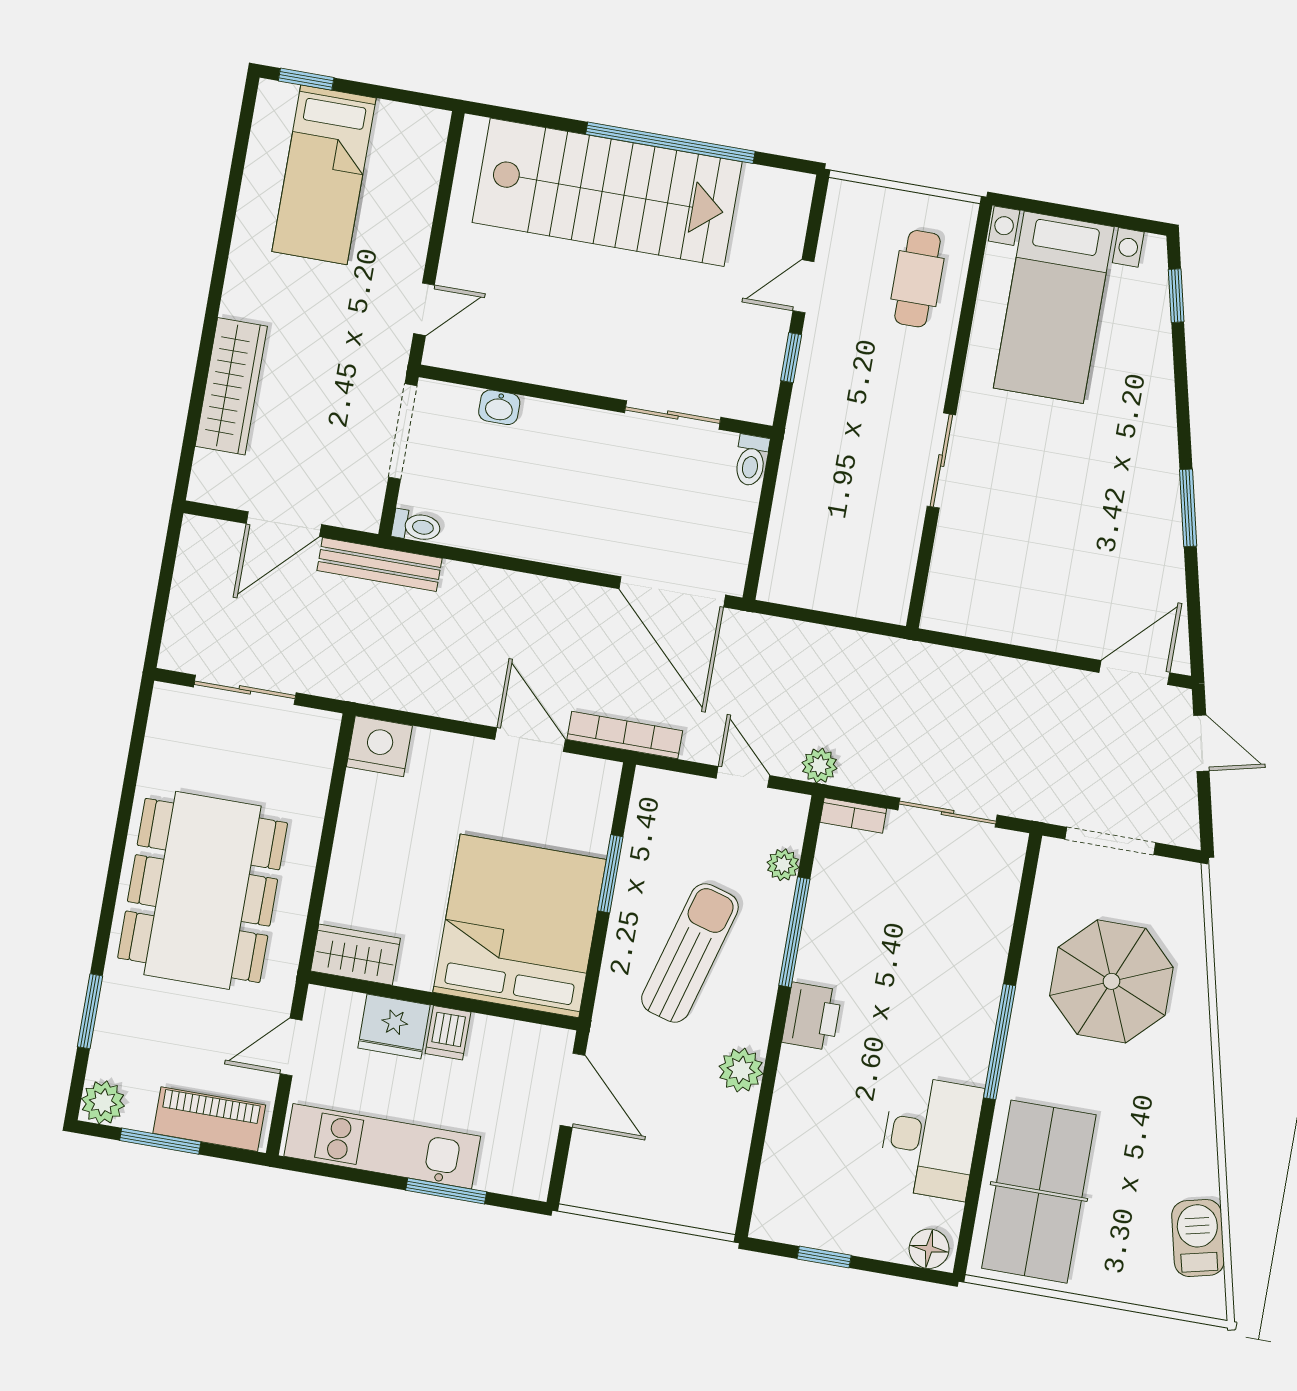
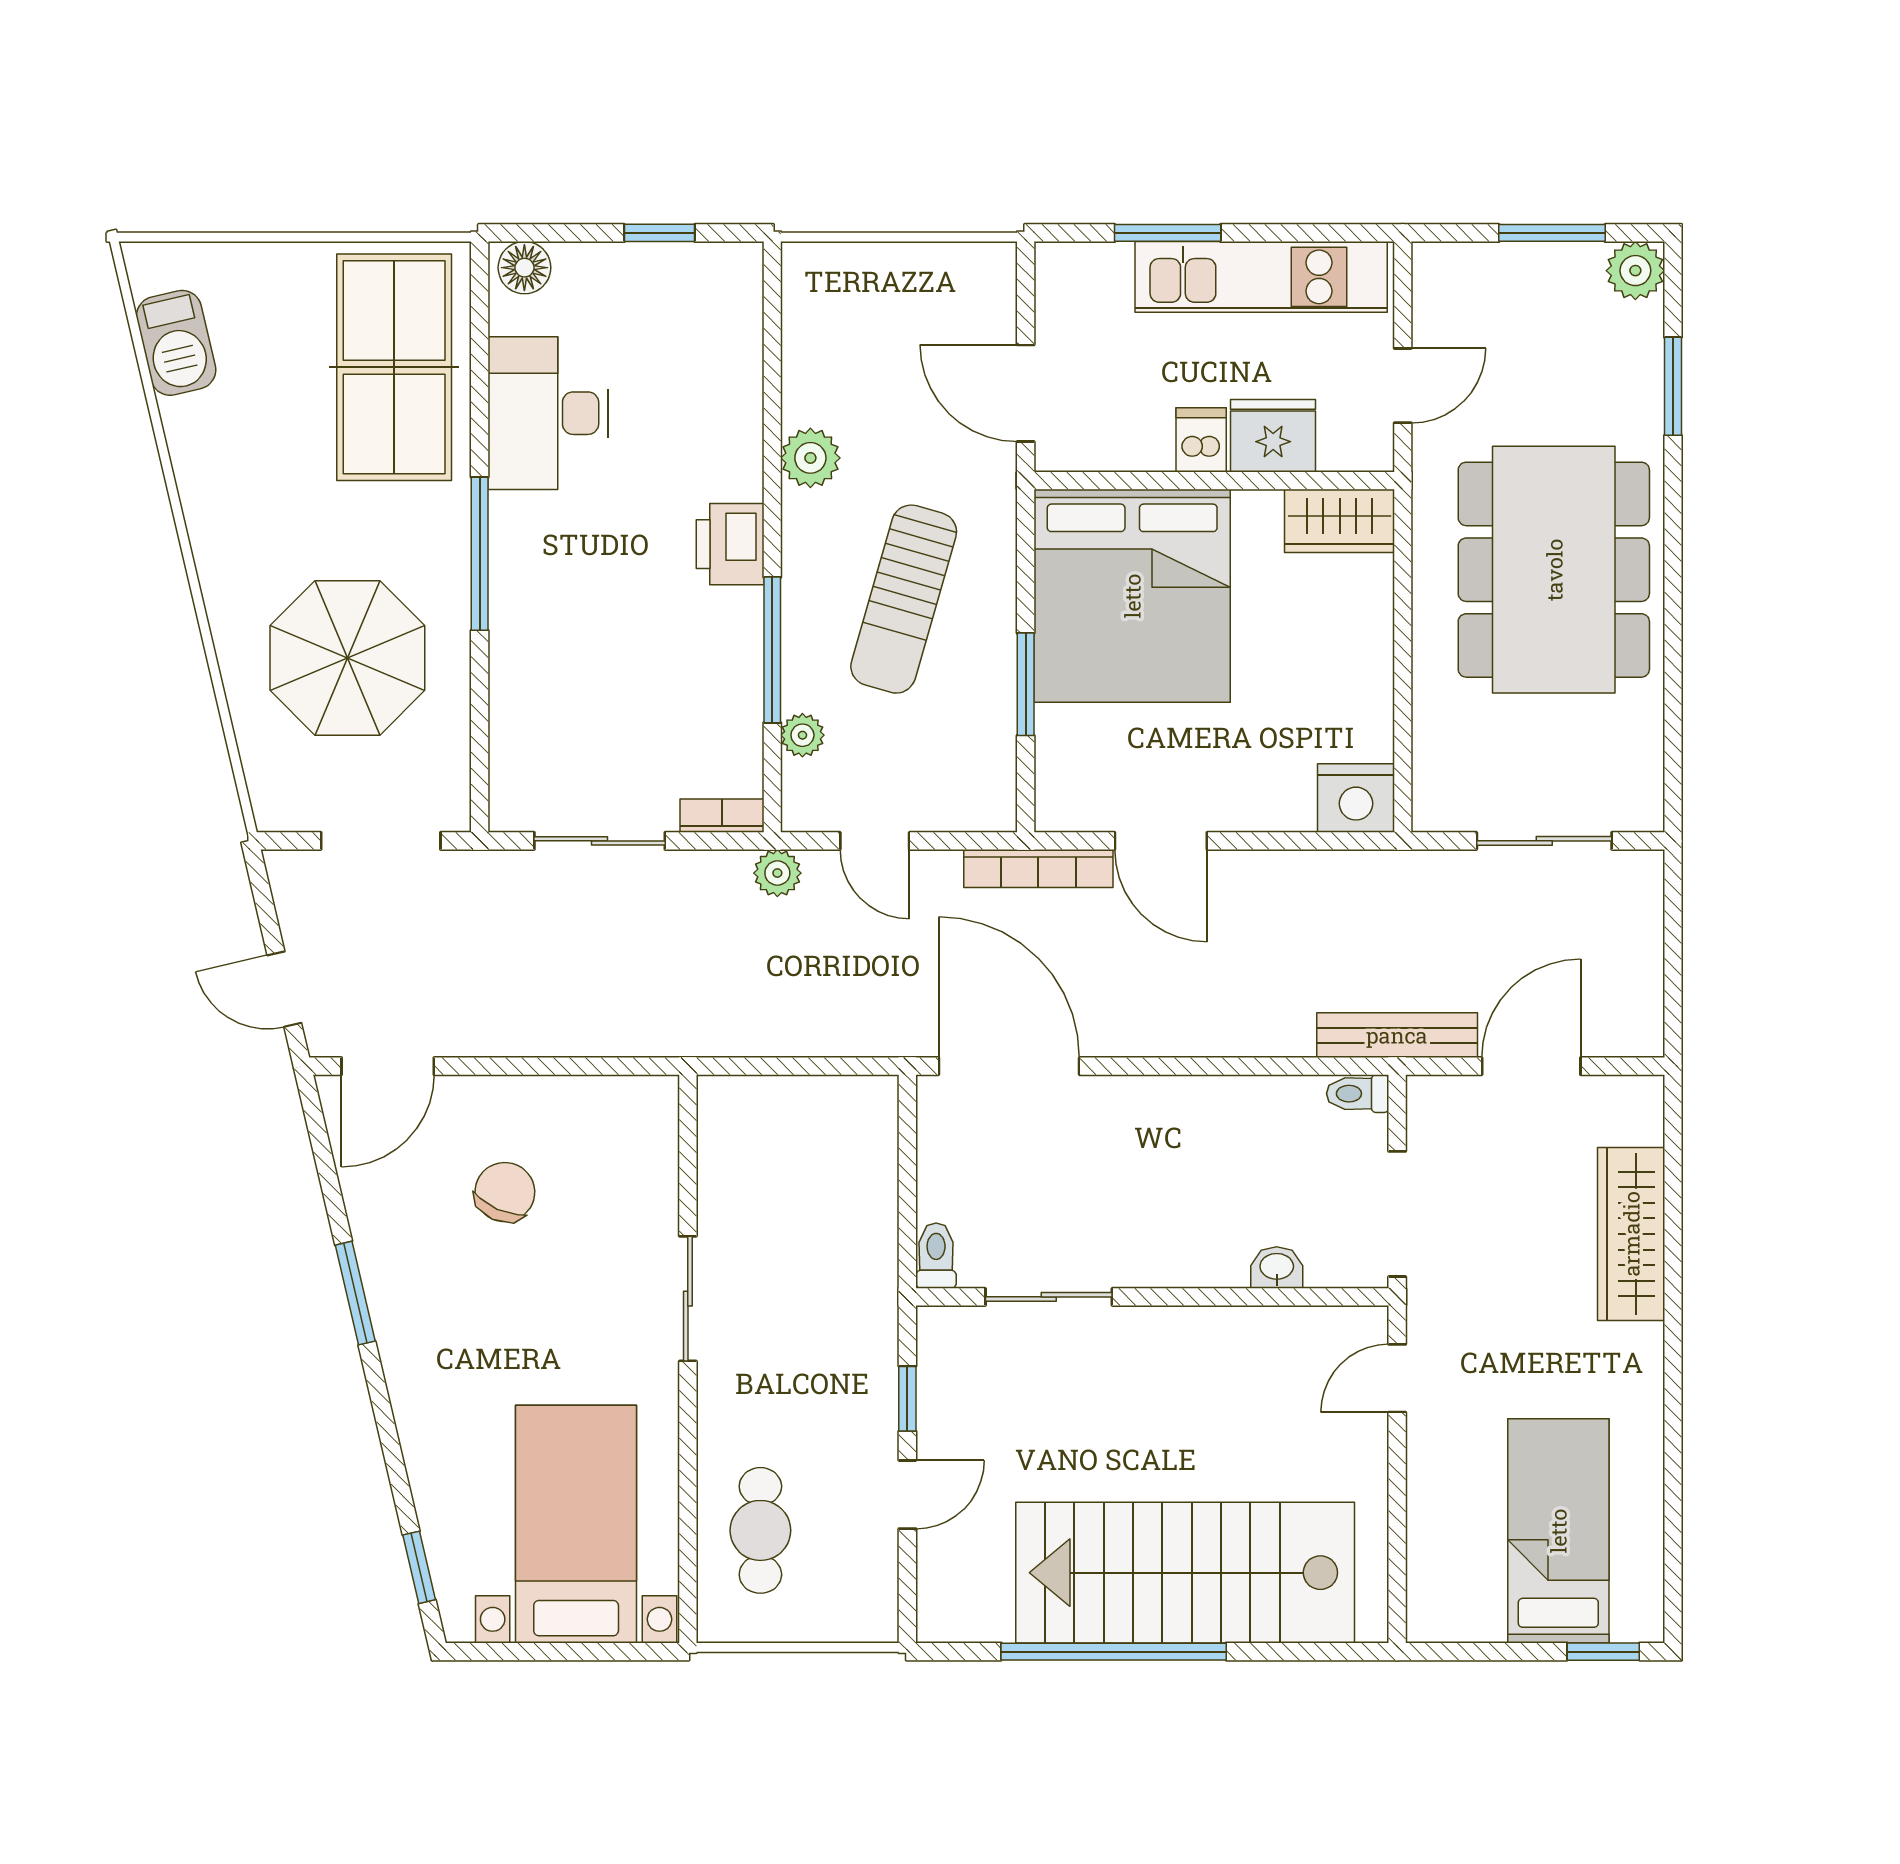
chair: (1064, 564) -> (505, 1192), added
piano: (209, 1119) -> (1493, 273), removed

